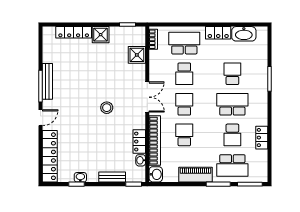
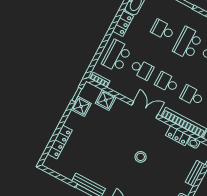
shower: (101, 35) -> (81, 106), moved
stool: (107, 108) -> (141, 157), moved

